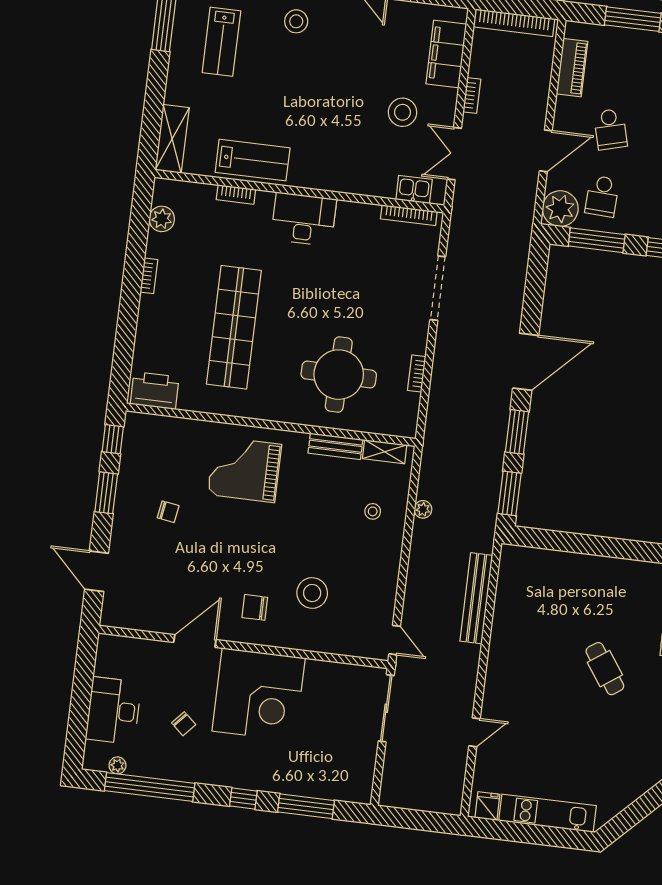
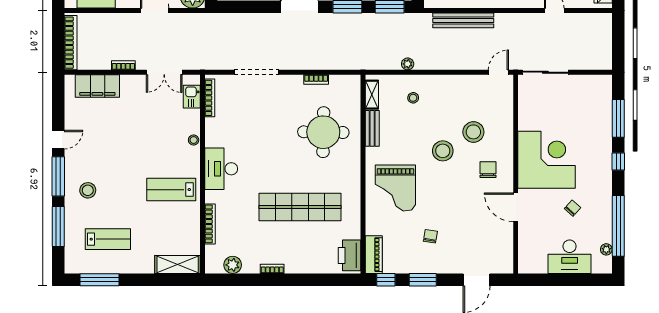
stool: (403, 112) -> (194, 140), moved, width x0.53, depth x0.53
lab bench: (253, 160) -> (171, 190), moved, turned -90
bookcase: (236, 194) -> (210, 224), width x1.56
piano: (151, 426) -> (374, 255), added
stool: (290, 545) -> (443, 151), added
chair: (255, 607) -> (488, 170), turned 180

